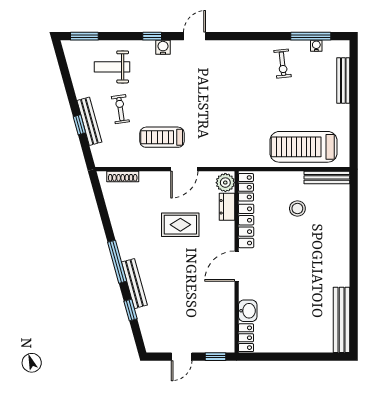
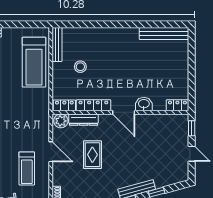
dresser: (227, 207) -> (83, 120), width x1.44
washbasin: (248, 311) -> (144, 104), moved

